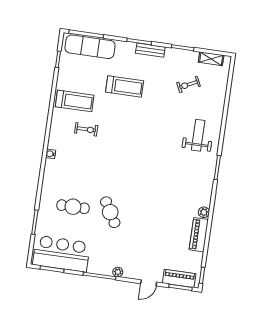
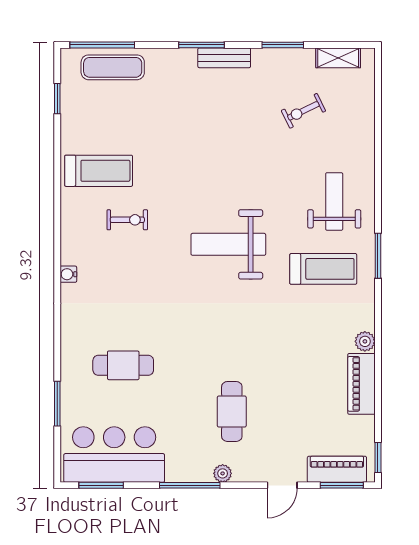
exercise mat: (90, 47) -> (113, 67), width x0.73, depth x0.69
treadmill: (125, 86) -> (323, 269), moved
weight bench: (138, 150) -> (228, 244), added
cafe table: (110, 212) -> (232, 411), moved, turned 30

